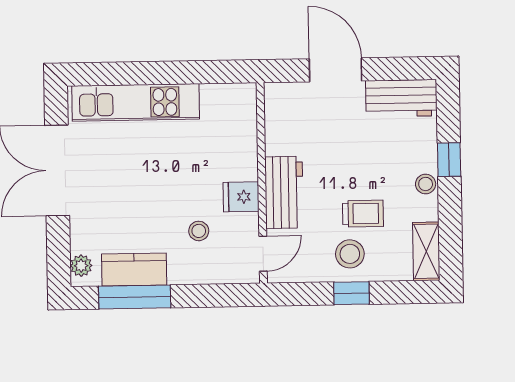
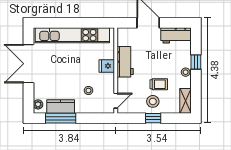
kitchen unit: (136, 102) -> (72, 35), width x1.36
workbench: (284, 192) -> (125, 62), moved
fridge: (241, 197) -> (107, 66), moved

